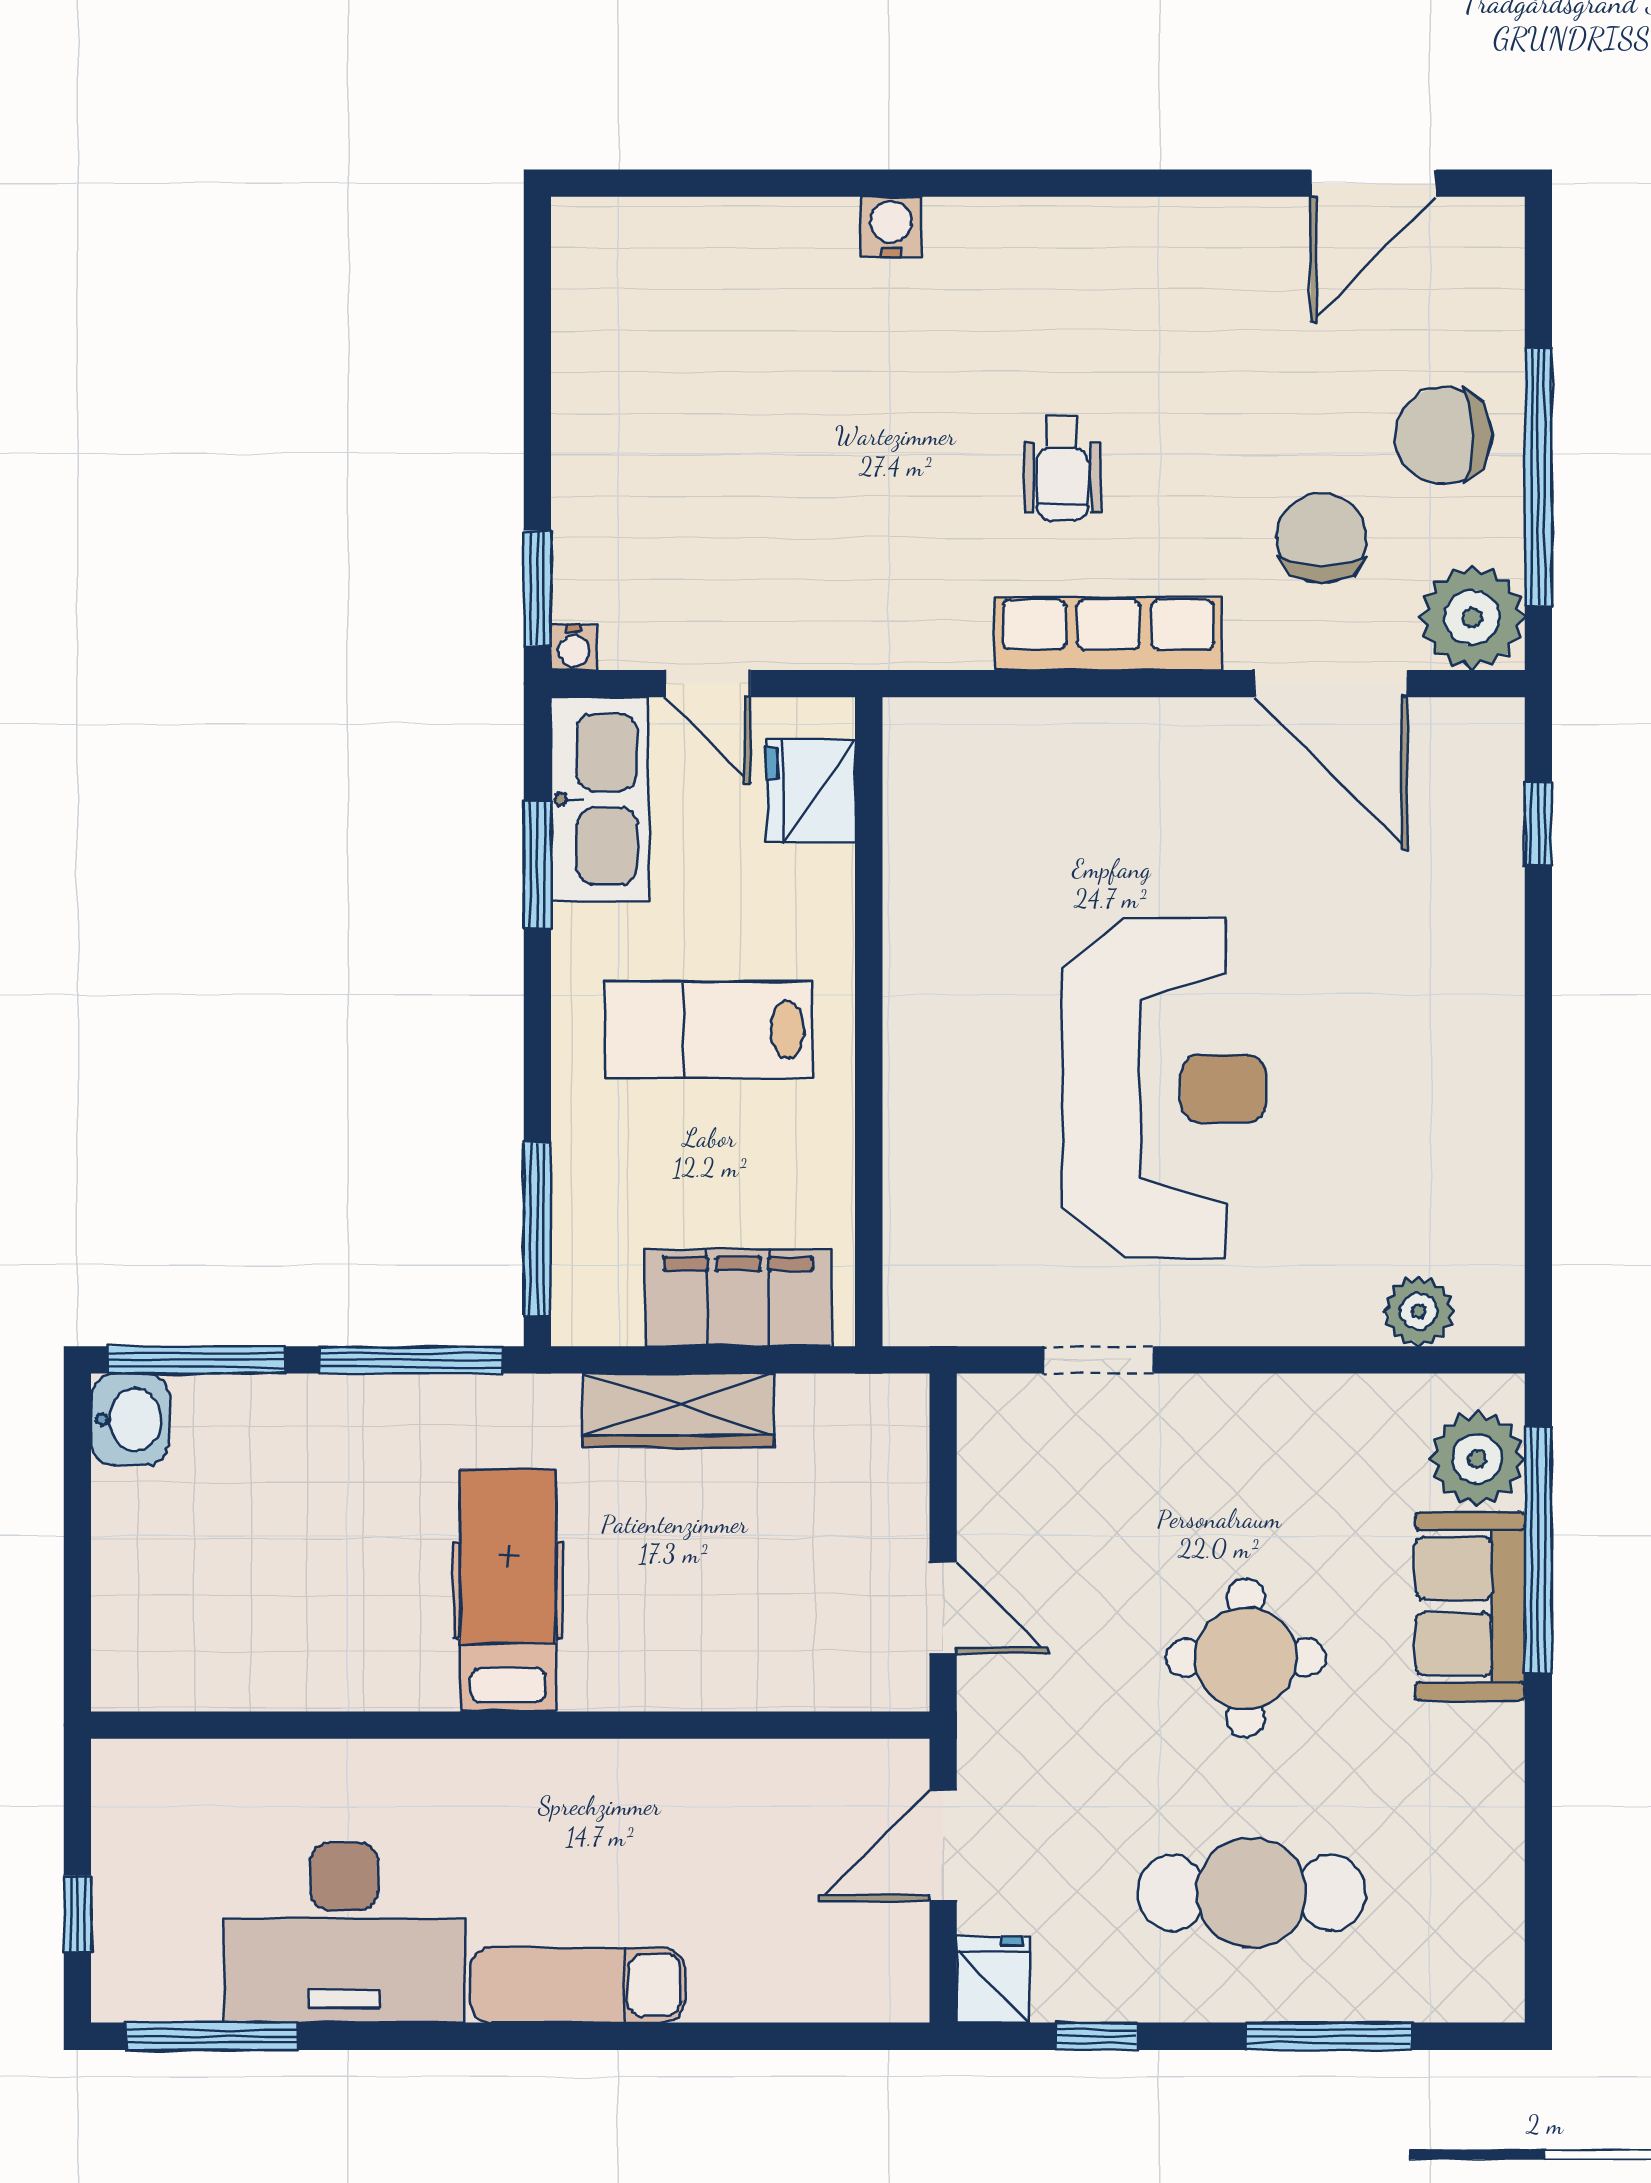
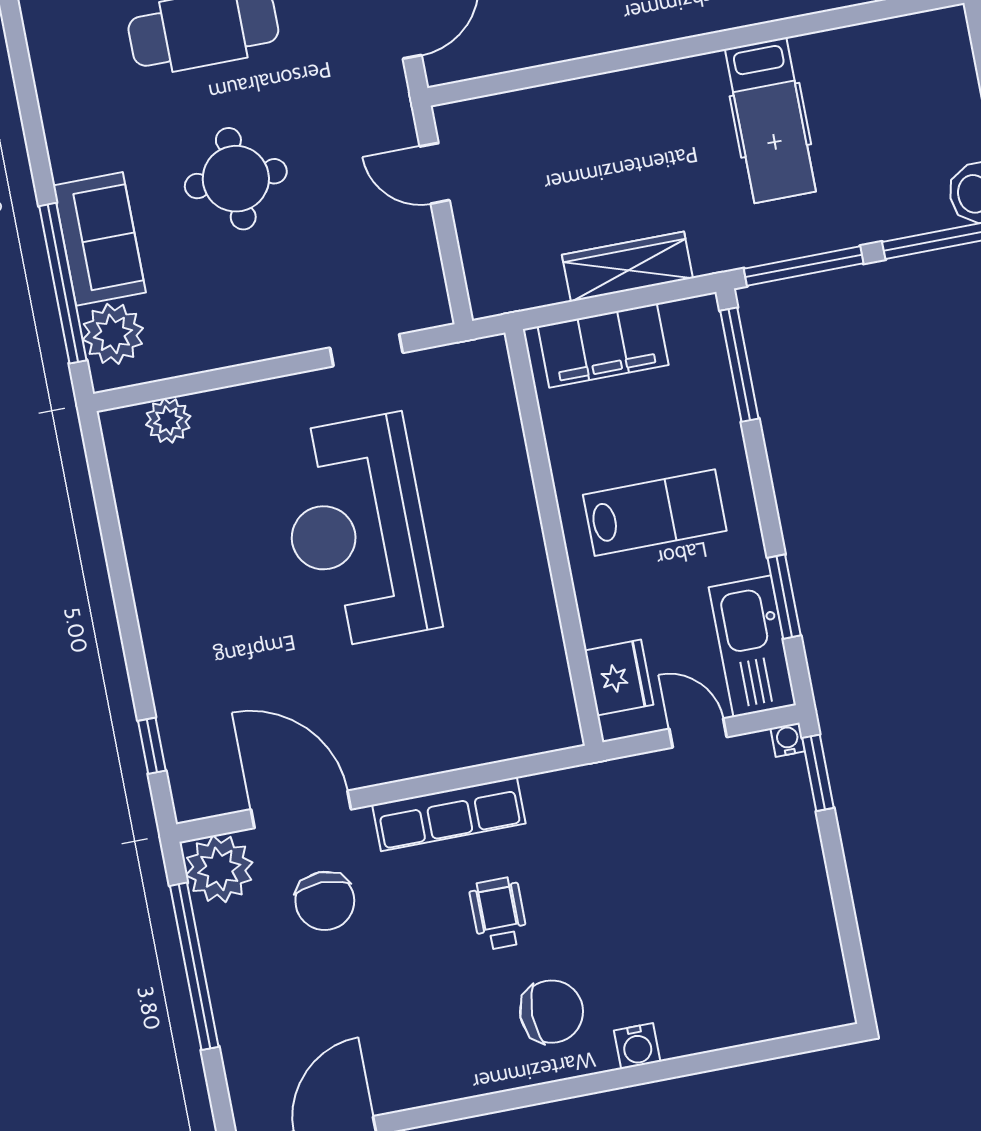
chair: (1443, 436) -> (552, 1012), moved
hospital bed: (508, 1590) -> (770, 120), moved

